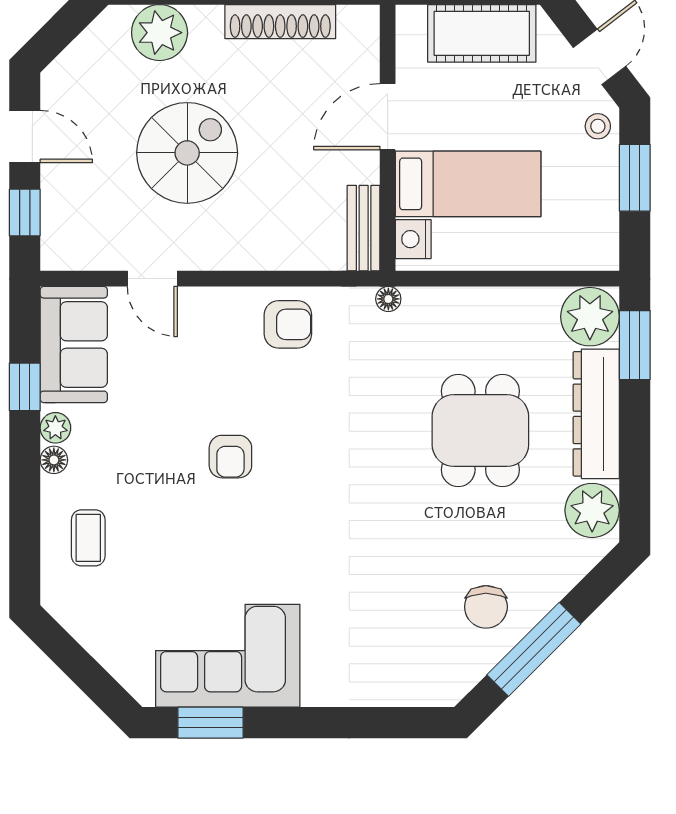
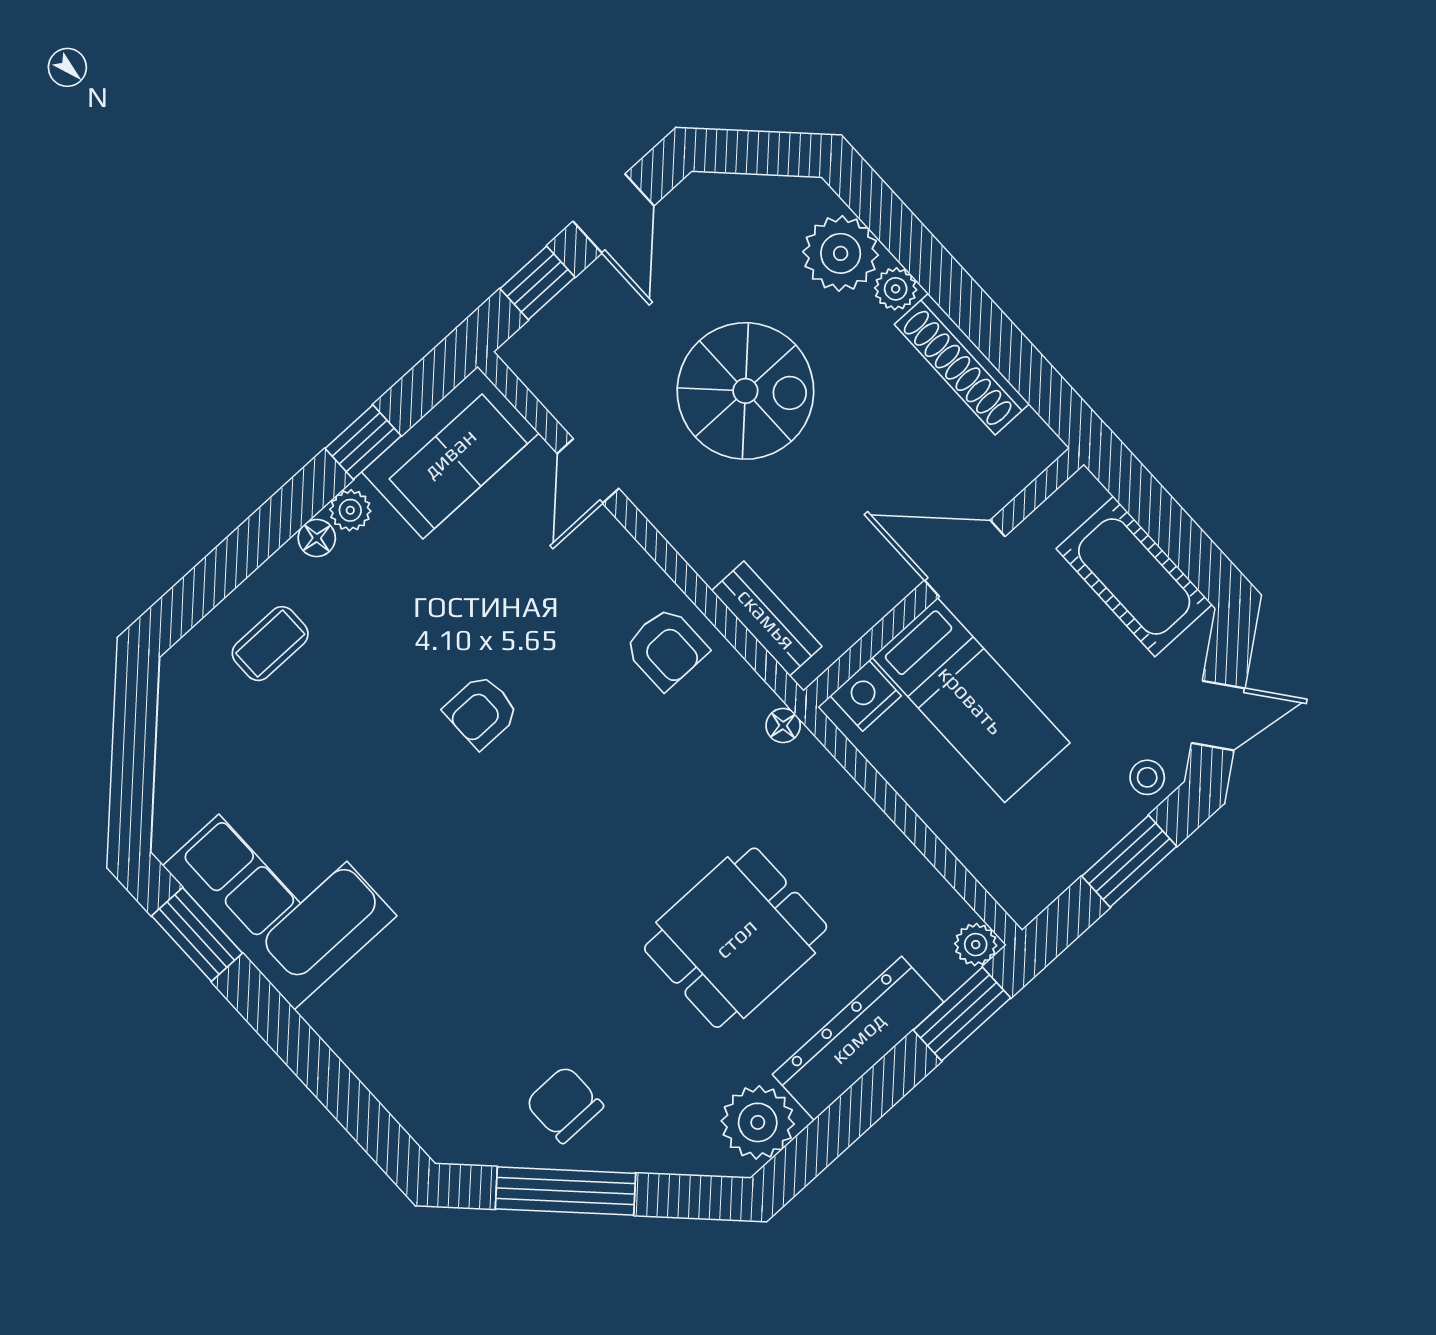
plant: (206, 20) -> (896, 289), added
bench: (364, 228) -> (767, 619), moved, turned 90
plant: (590, 317) -> (976, 945), width x0.53, depth x0.53
chair: (486, 607) -> (564, 1104), turned 90

